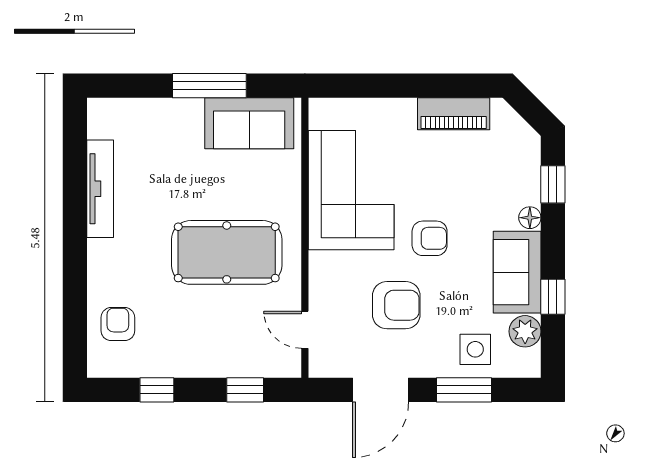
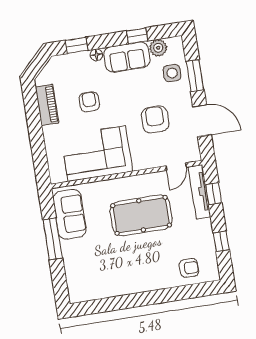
tv unit: (100, 189) -> (199, 192), moved, turned -90
armchair: (430, 238) -> (89, 102), moved
pool table: (227, 252) -> (141, 215), turned 90
armchair: (118, 324) -> (189, 268), turned 180

